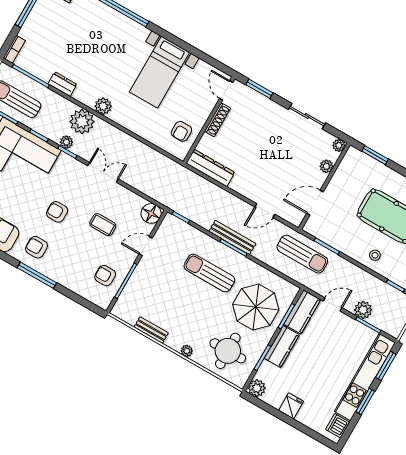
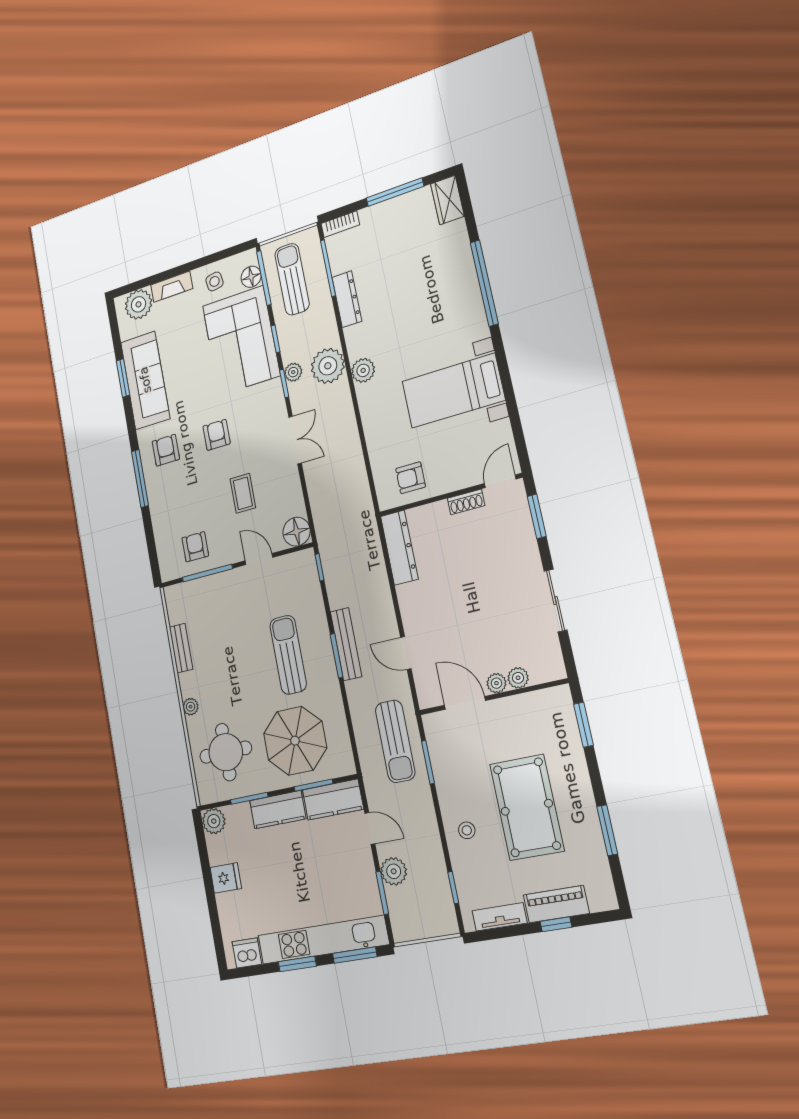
dresser: (62, 84) -> (347, 299), width x1.44
shoe rack: (218, 120) -> (466, 502), width x0.70
plant: (339, 145) -> (496, 683), moved

